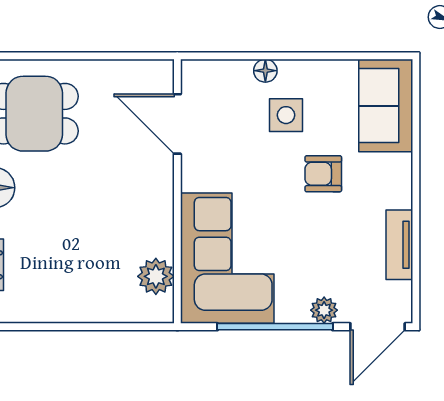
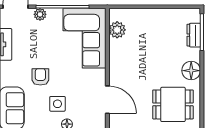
armchair: (323, 174) -> (40, 77), turned -90

